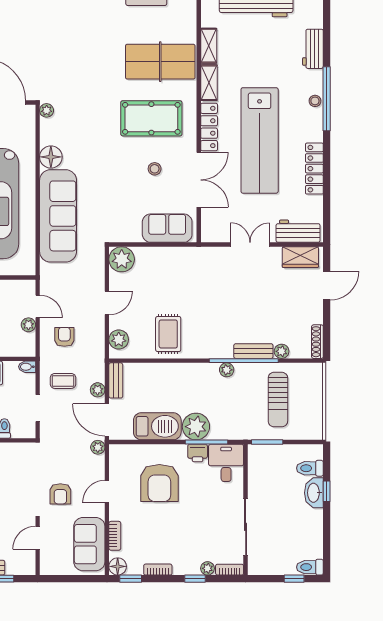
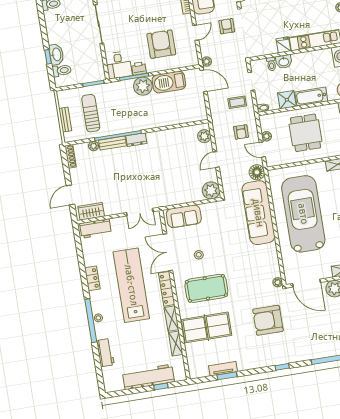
armchair: (70, 58) -> (268, 320), added
floor lamp: (51, 157) -> (257, 172), moved
locker: (314, 169) -> (92, 278), width x0.66
double door: (250, 245) -> (140, 212), moved
rug: (168, 334) -> (172, 145), removed
dresser: (218, 350) -> (136, 140), added
plant: (227, 370) -> (128, 128), removed
bench: (116, 380) -> (65, 120), moved
plant: (98, 390) -> (213, 100), removed

